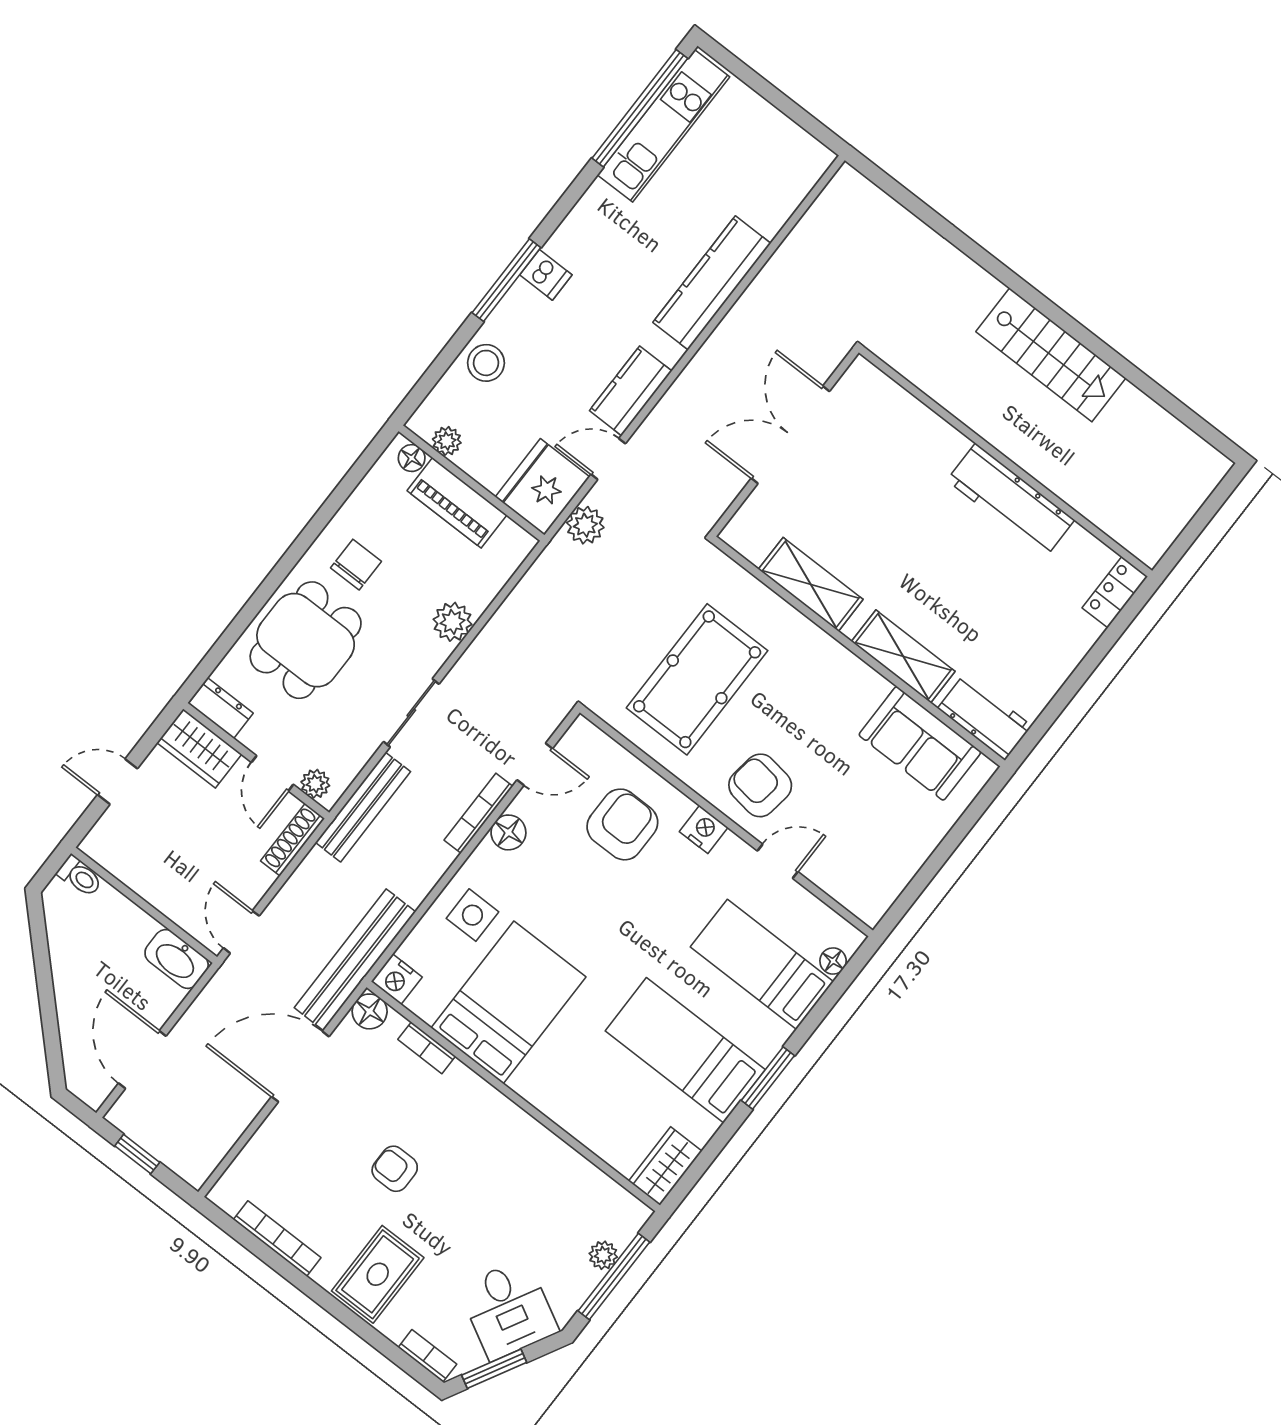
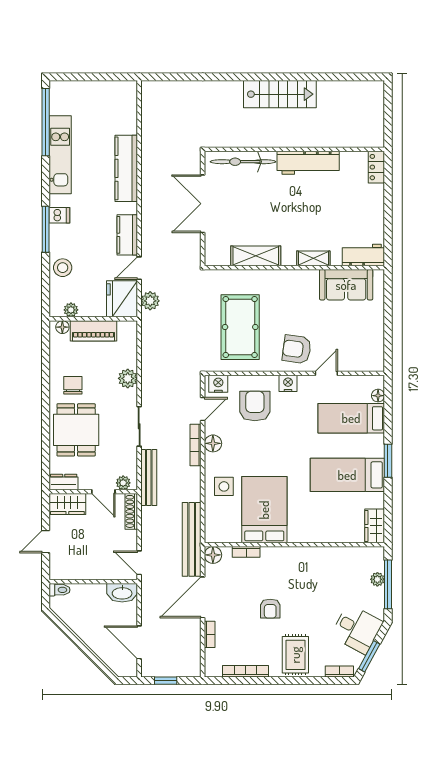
kitchen unit: (663, 126) -> (60, 155), moved
bicycle: (907, 417) -> (243, 162), added
shelving: (903, 656) -> (313, 258), width x0.67, depth x0.75
nightstand: (397, 979) -> (218, 384), moved, turned 180
bookcase: (265, 1135) -> (210, 634), added
armchair: (395, 1169) -> (270, 609), turned -90

